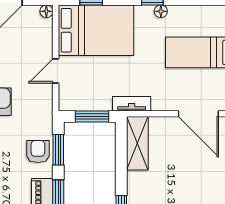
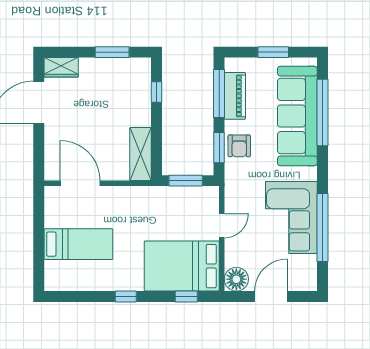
floor lamp: (46, 11) -> (236, 279), width x1.89, depth x1.89
floor lamp: (161, 11) -> (117, 285), removed
tv unit: (132, 104) -> (146, 193), removed

